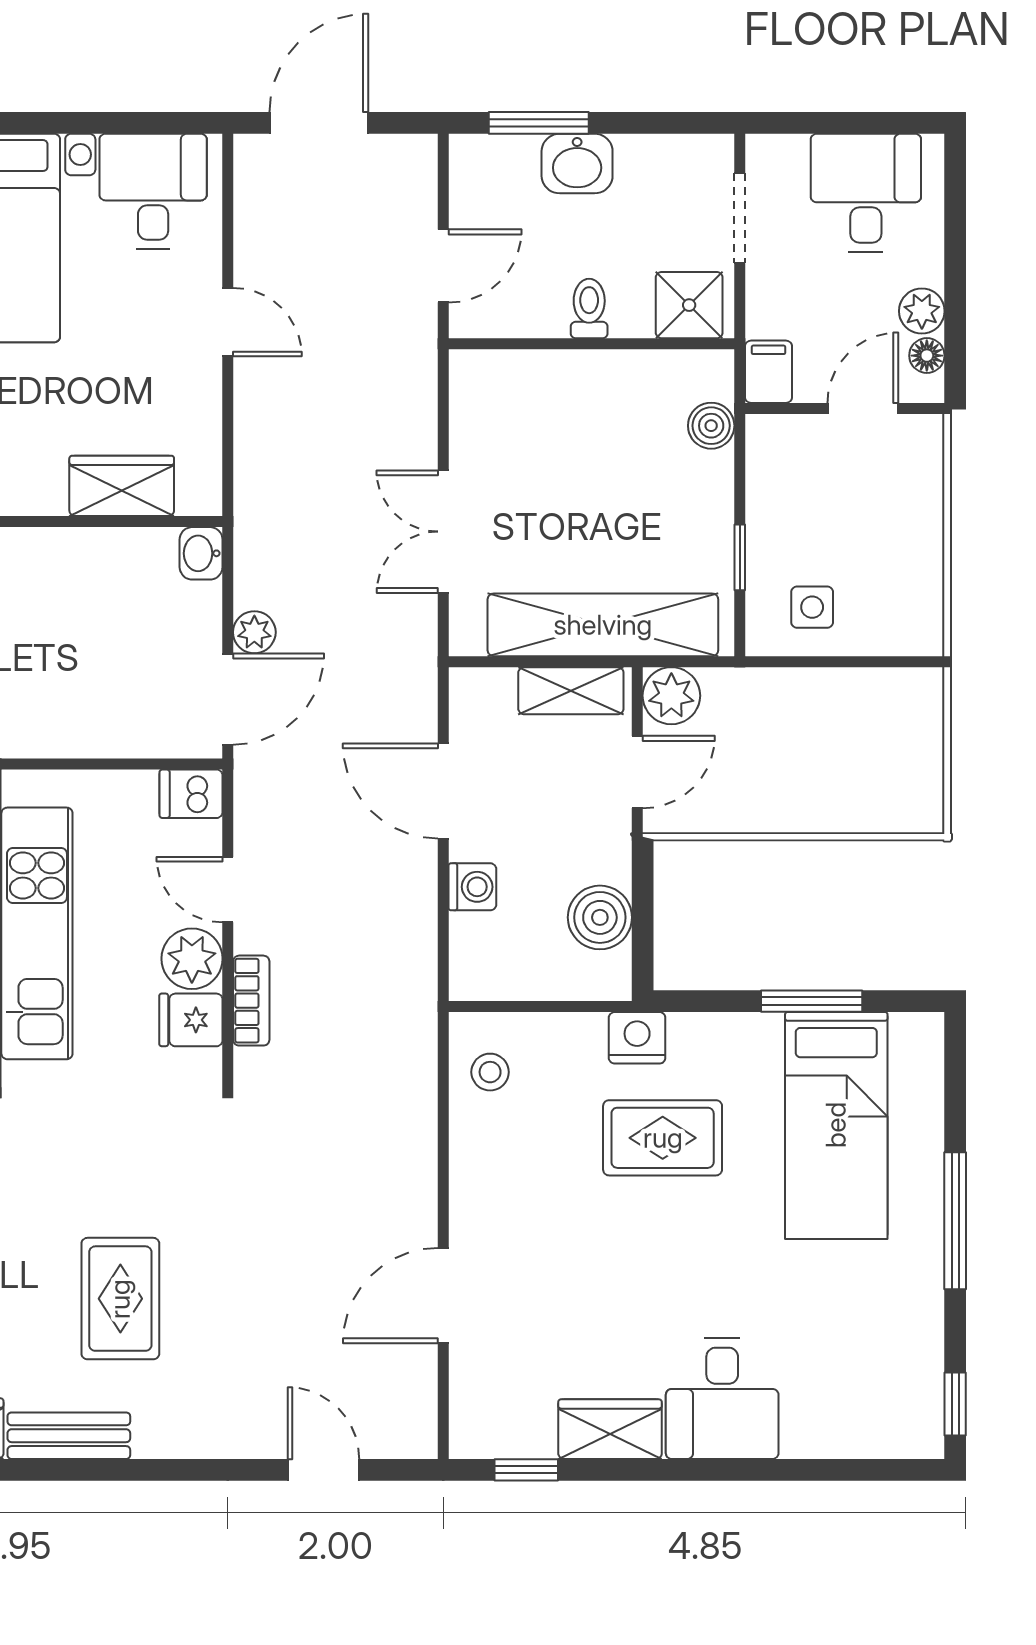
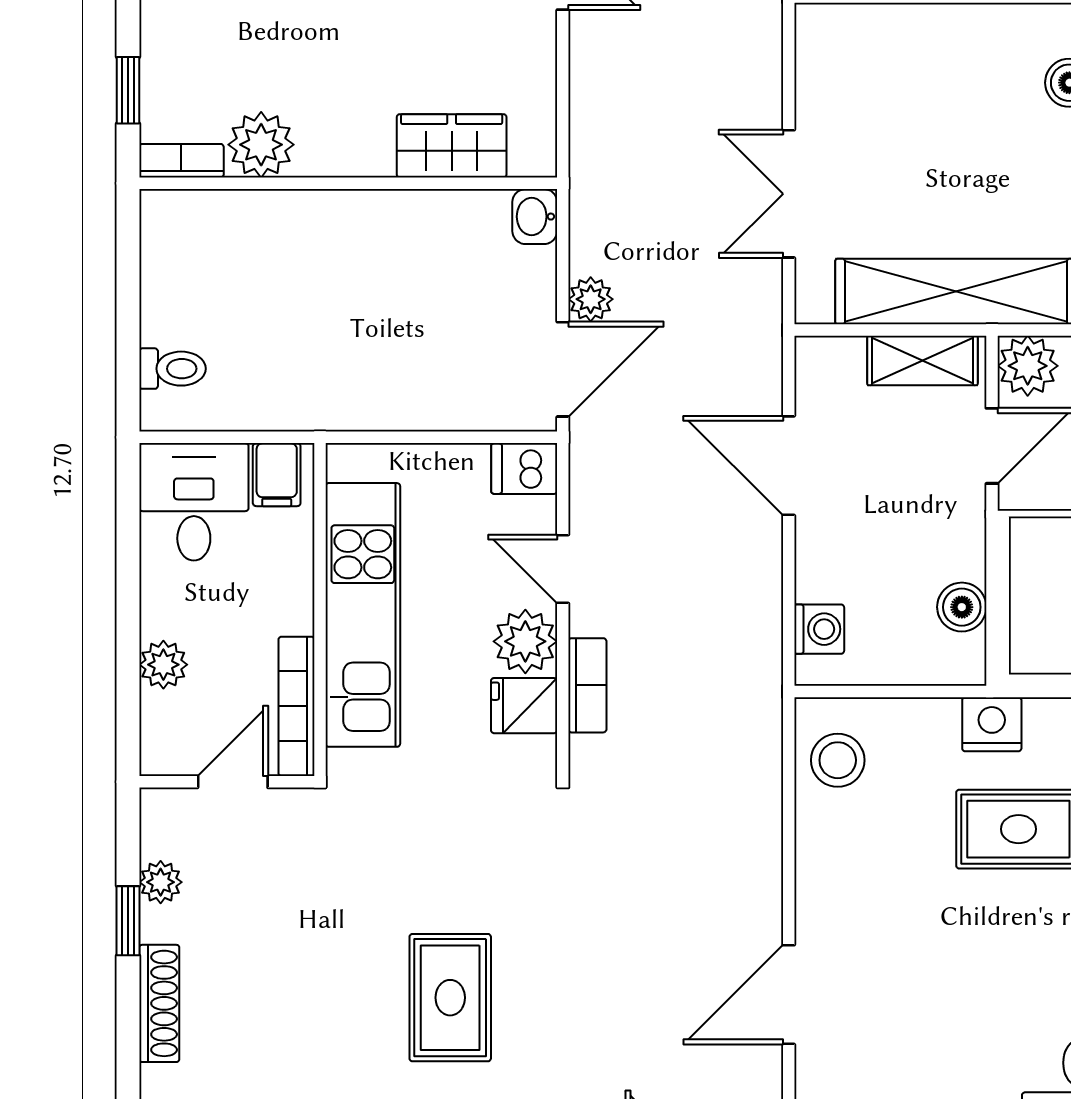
washing machine: (472, 887) -> (819, 629), moved
boiler: (600, 917) -> (962, 607), width x0.73, depth x0.73
stool: (490, 1072) -> (838, 760), width x1.37, depth x1.37

